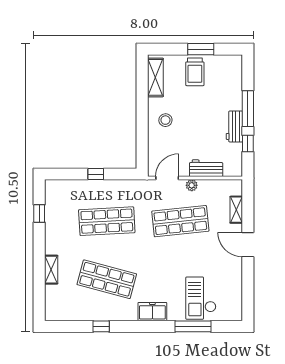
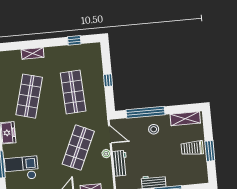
window: (142, 129) -> (146, 112), added
shop shelf: (180, 221) -> (78, 148), turned 30

